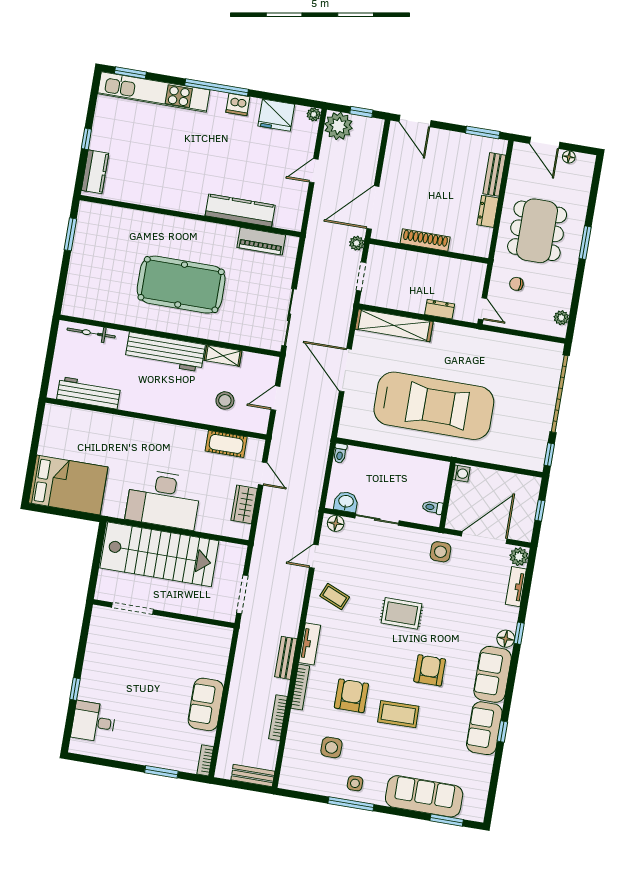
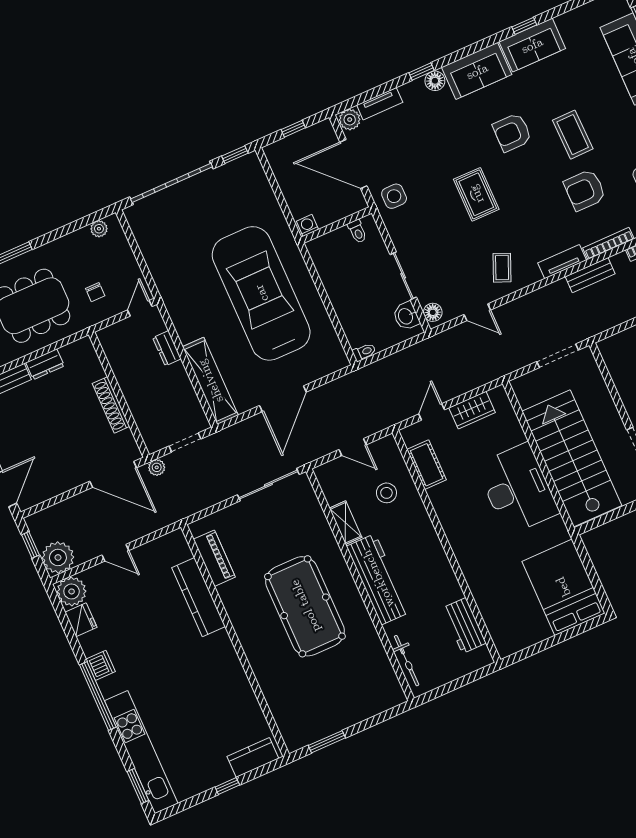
plant: (314, 114) -> (72, 591), width x1.87, depth x1.87
fridge: (276, 115) -> (81, 620), width x0.73, depth x0.75
workbench: (89, 393) -> (464, 626), width x0.73

